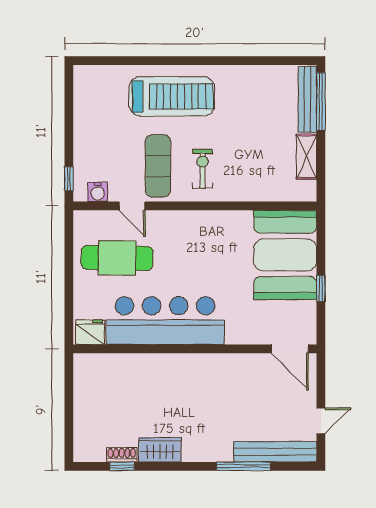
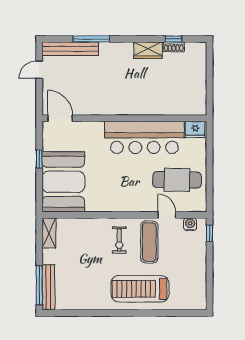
shelving: (306, 157) -> (49, 233), moved

